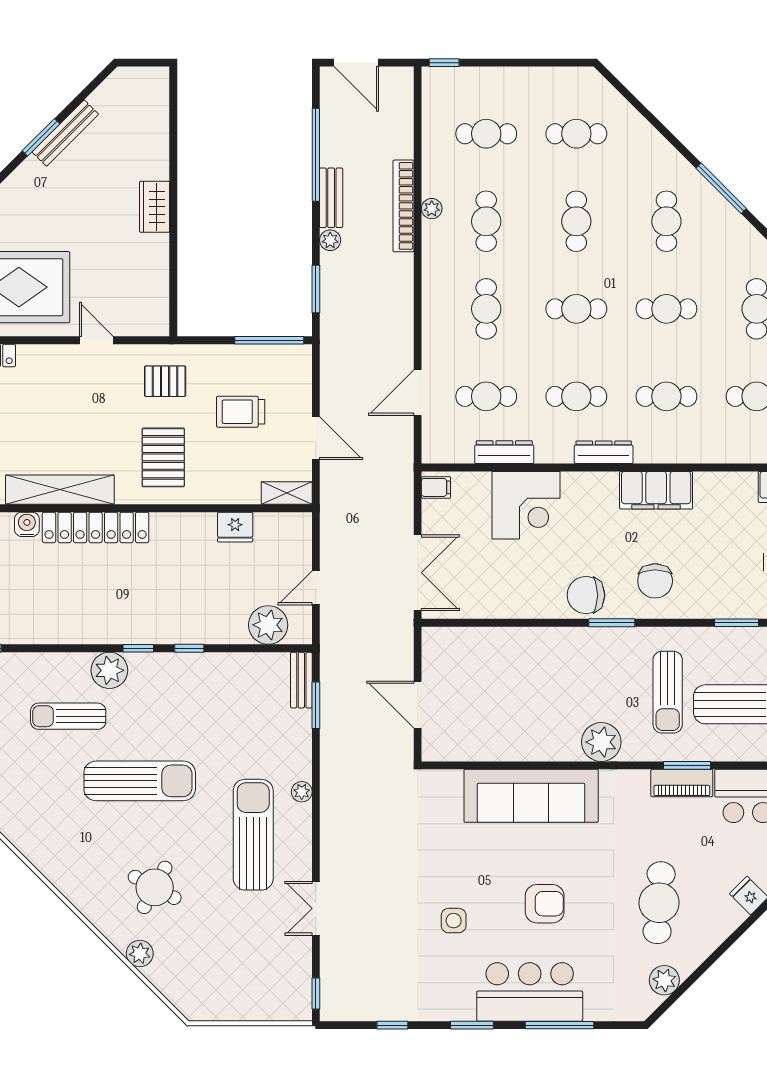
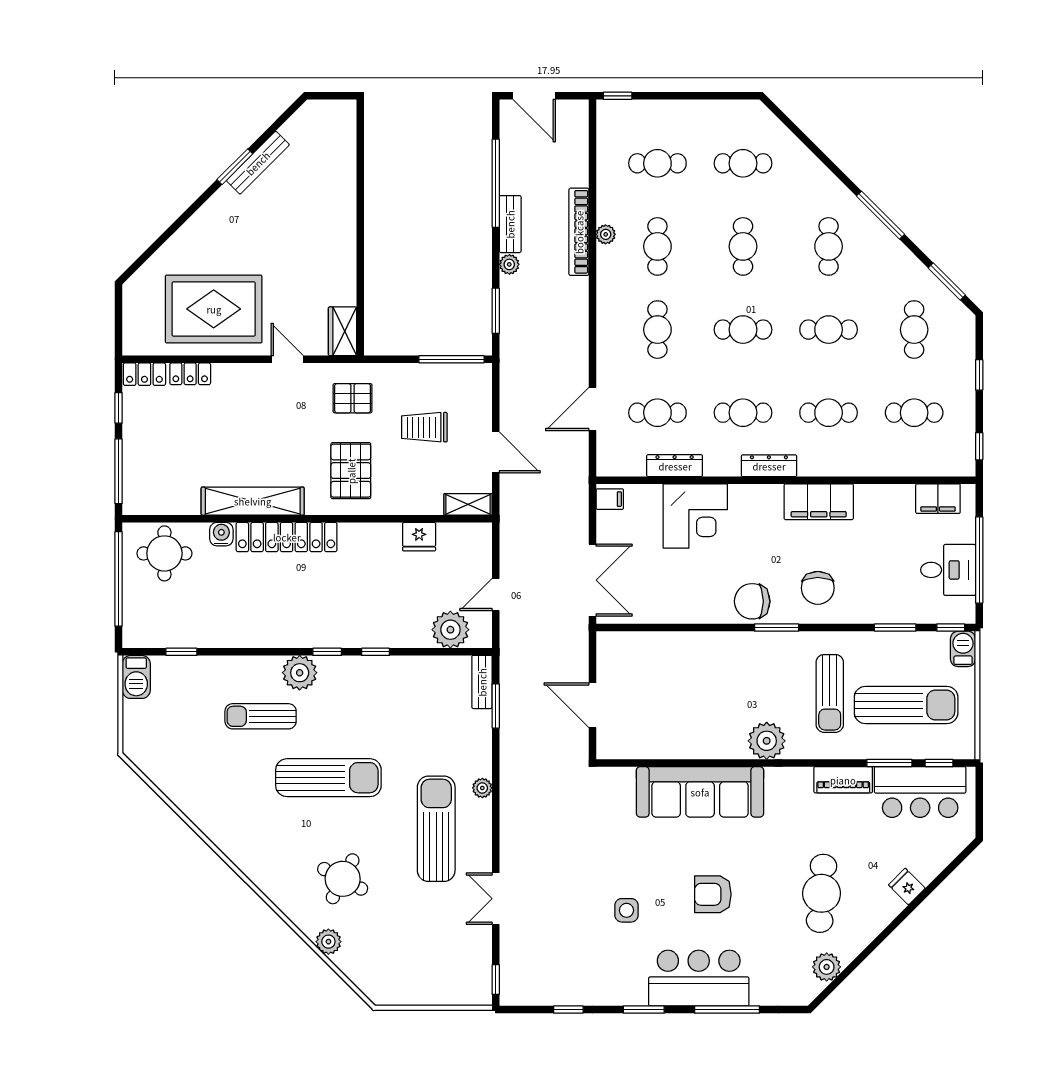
wardrobe: (155, 207) -> (343, 331), moved
window: (687, 765) -> (889, 763), moved
armchair: (545, 904) -> (713, 894), turned 180

